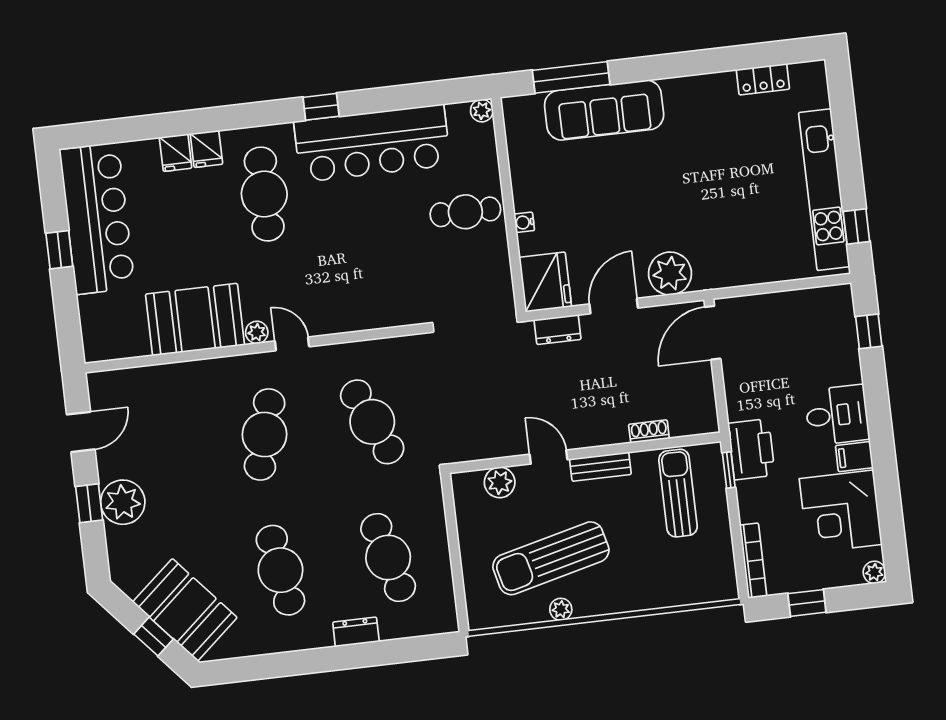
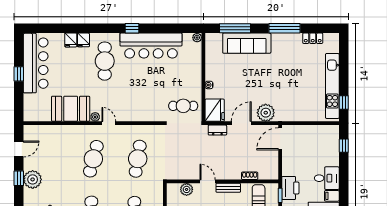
window: (691, 63) -> (284, 28), added
cafe table: (465, 212) -> (183, 106), moved
cafe table: (372, 422) -> (138, 159), turned 33

